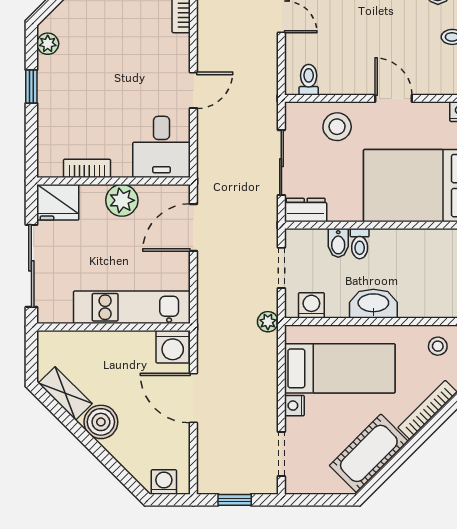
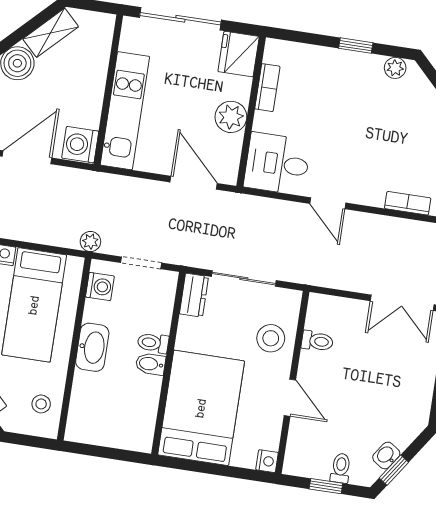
toilet: (309, 80) -> (317, 341), moved
door: (393, 98) -> (290, 398), hinge flipped
bidet: (338, 243) -> (150, 364), moved

